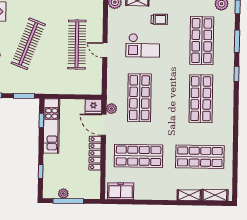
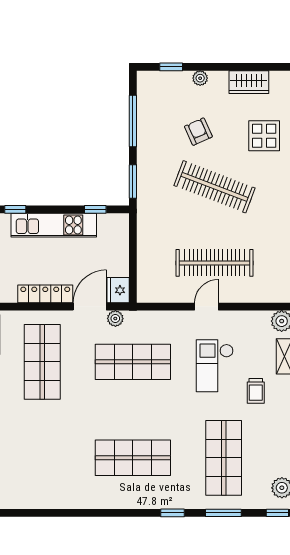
shop shelf: (202, 41) -> (224, 458), turned 90
kitchen unit: (51, 126) -> (54, 225), moved
shop shelf: (200, 157) -> (42, 458), removed

